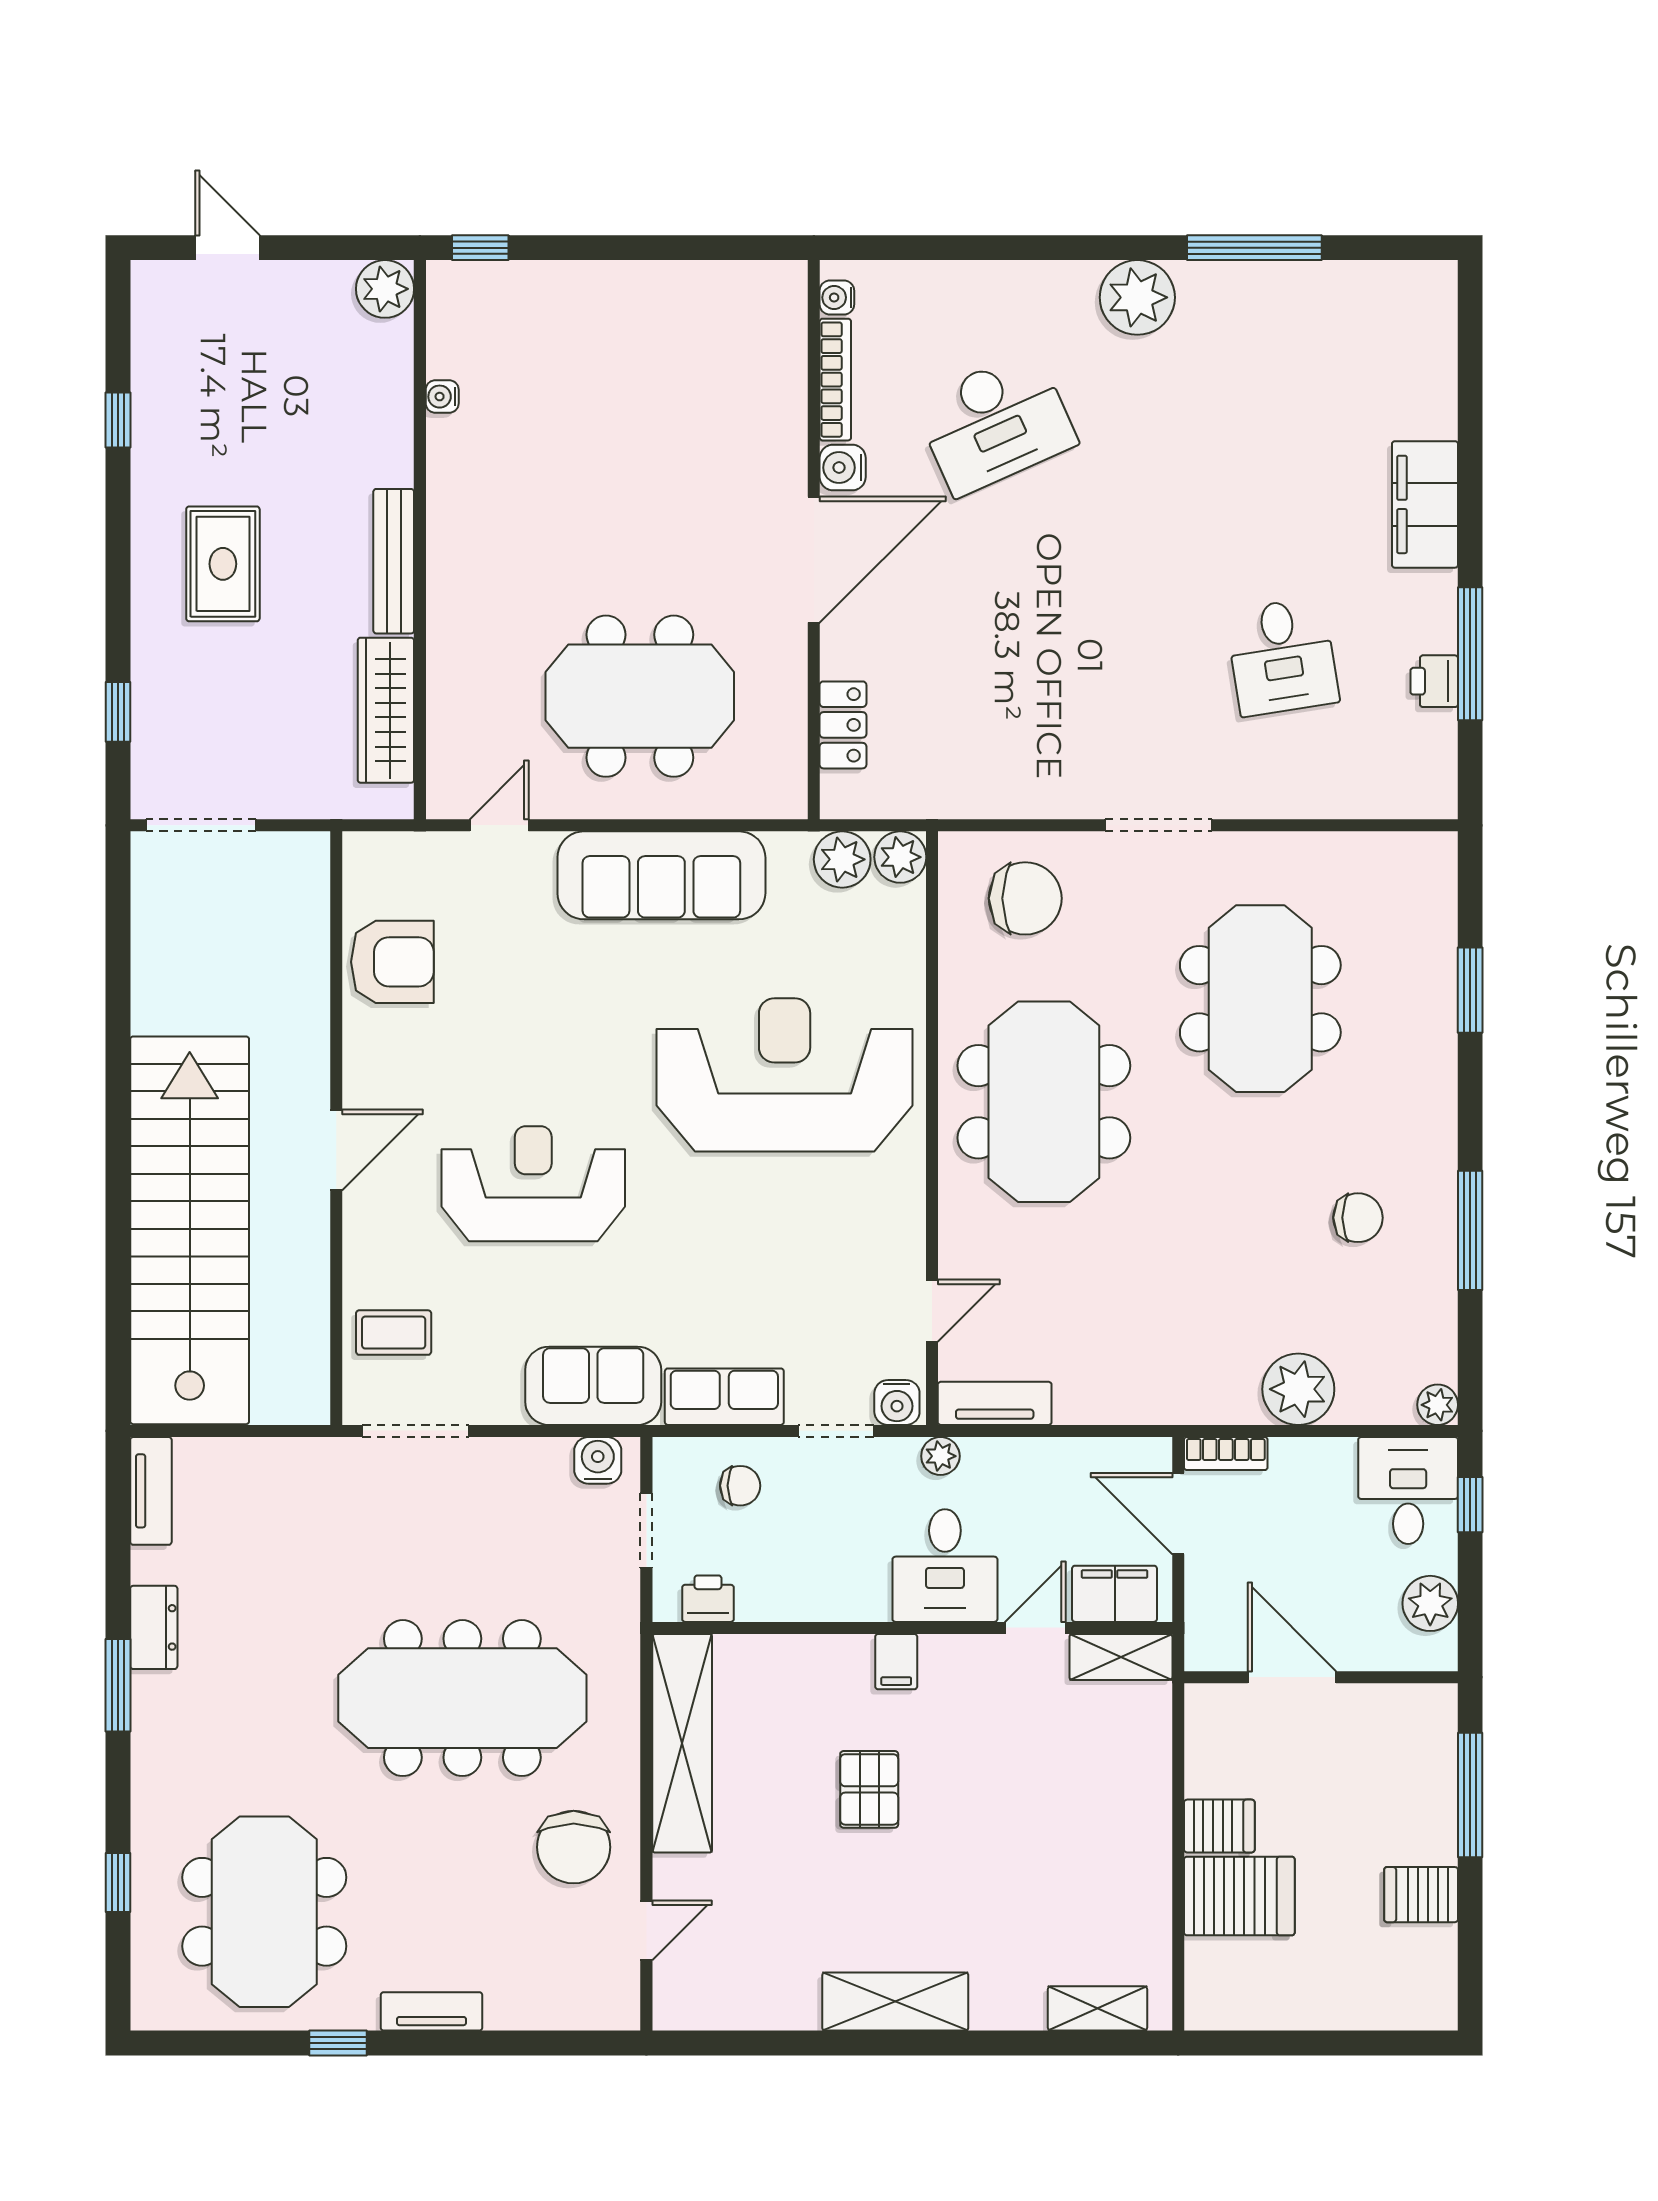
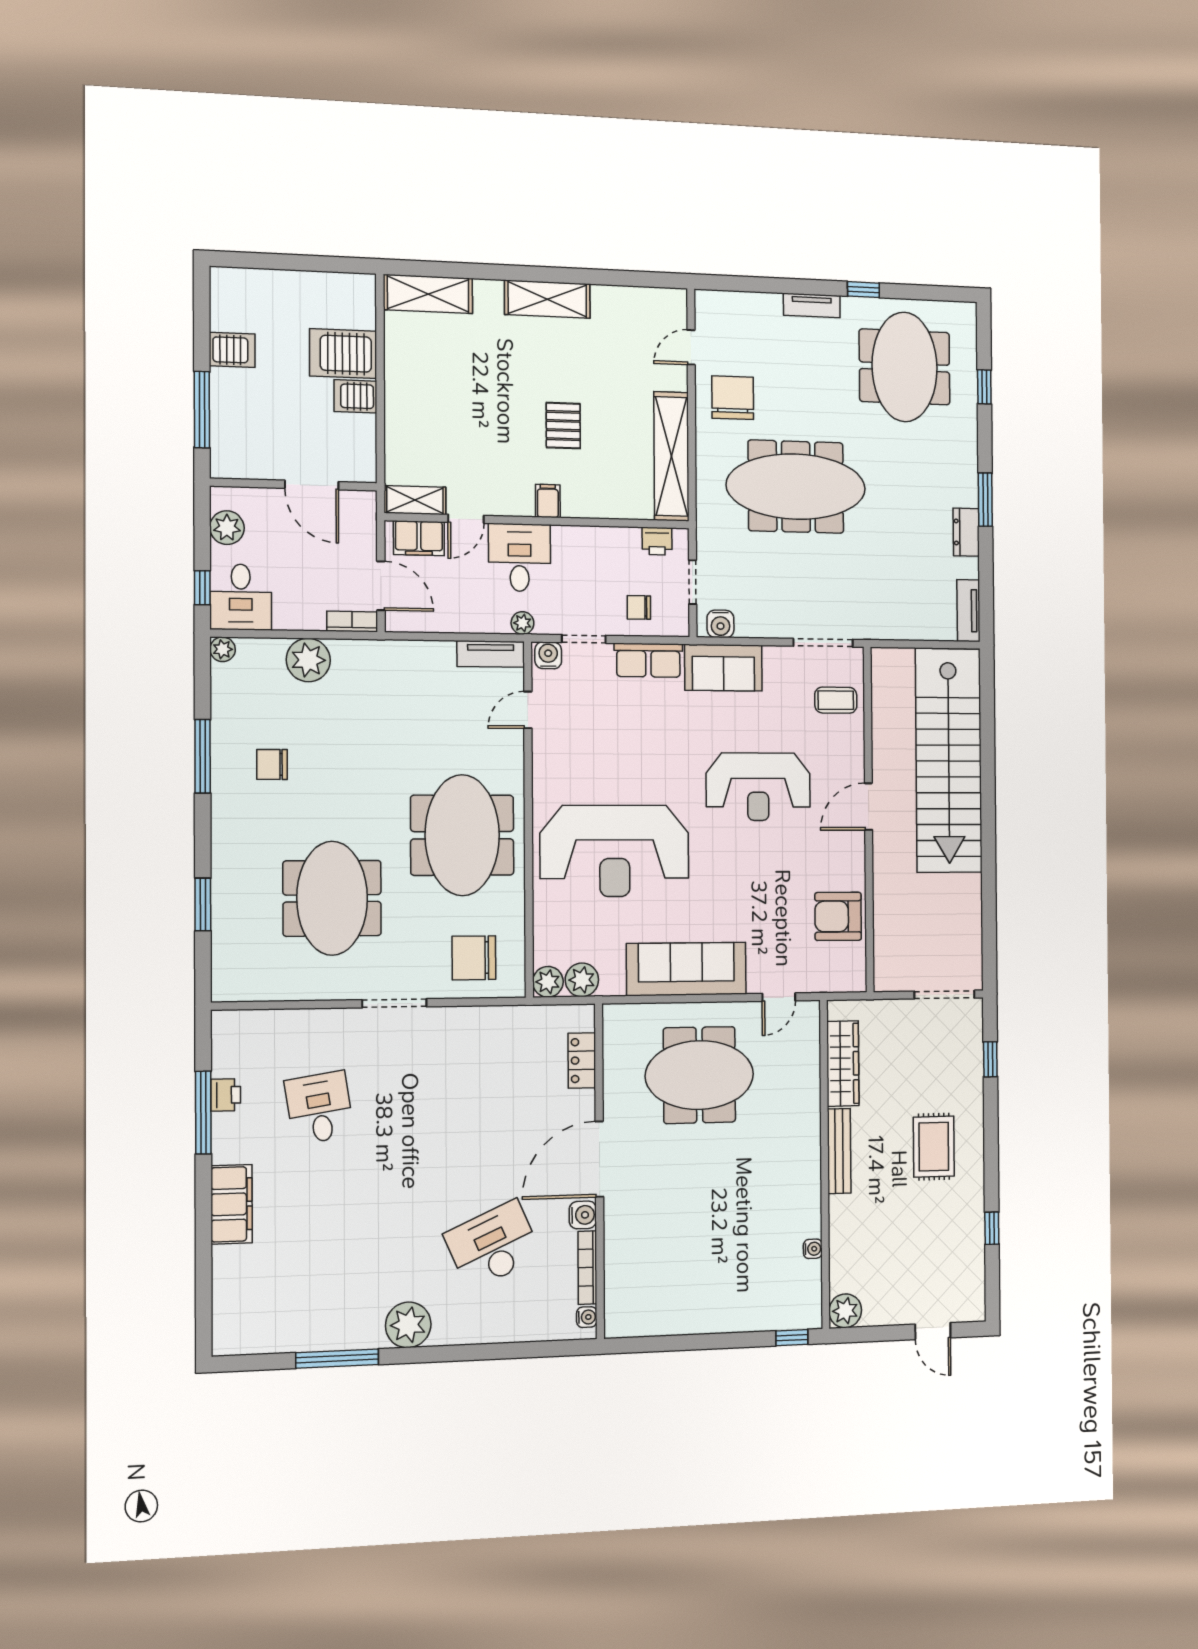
shelving: (1098, 2008) -> (428, 294), width x1.50, depth x1.33

